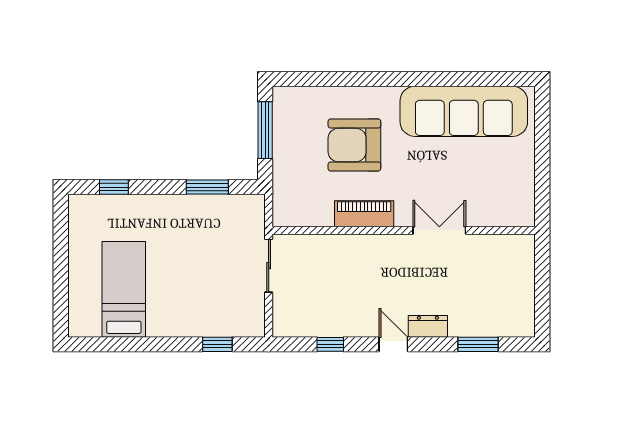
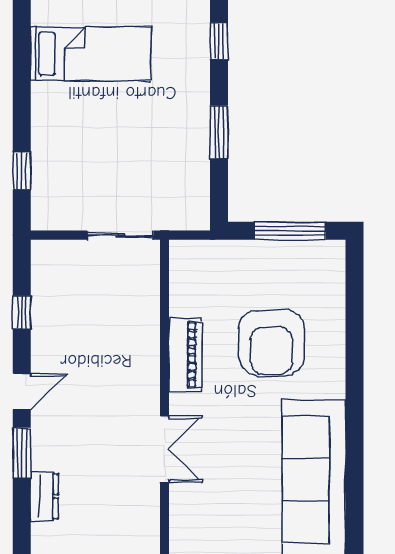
armchair: (354, 145) -> (272, 343), turned 180
window: (207, 187) -> (219, 132), moved
dresser: (428, 326) -> (44, 496), moved
window: (478, 344) -> (22, 453), moved

